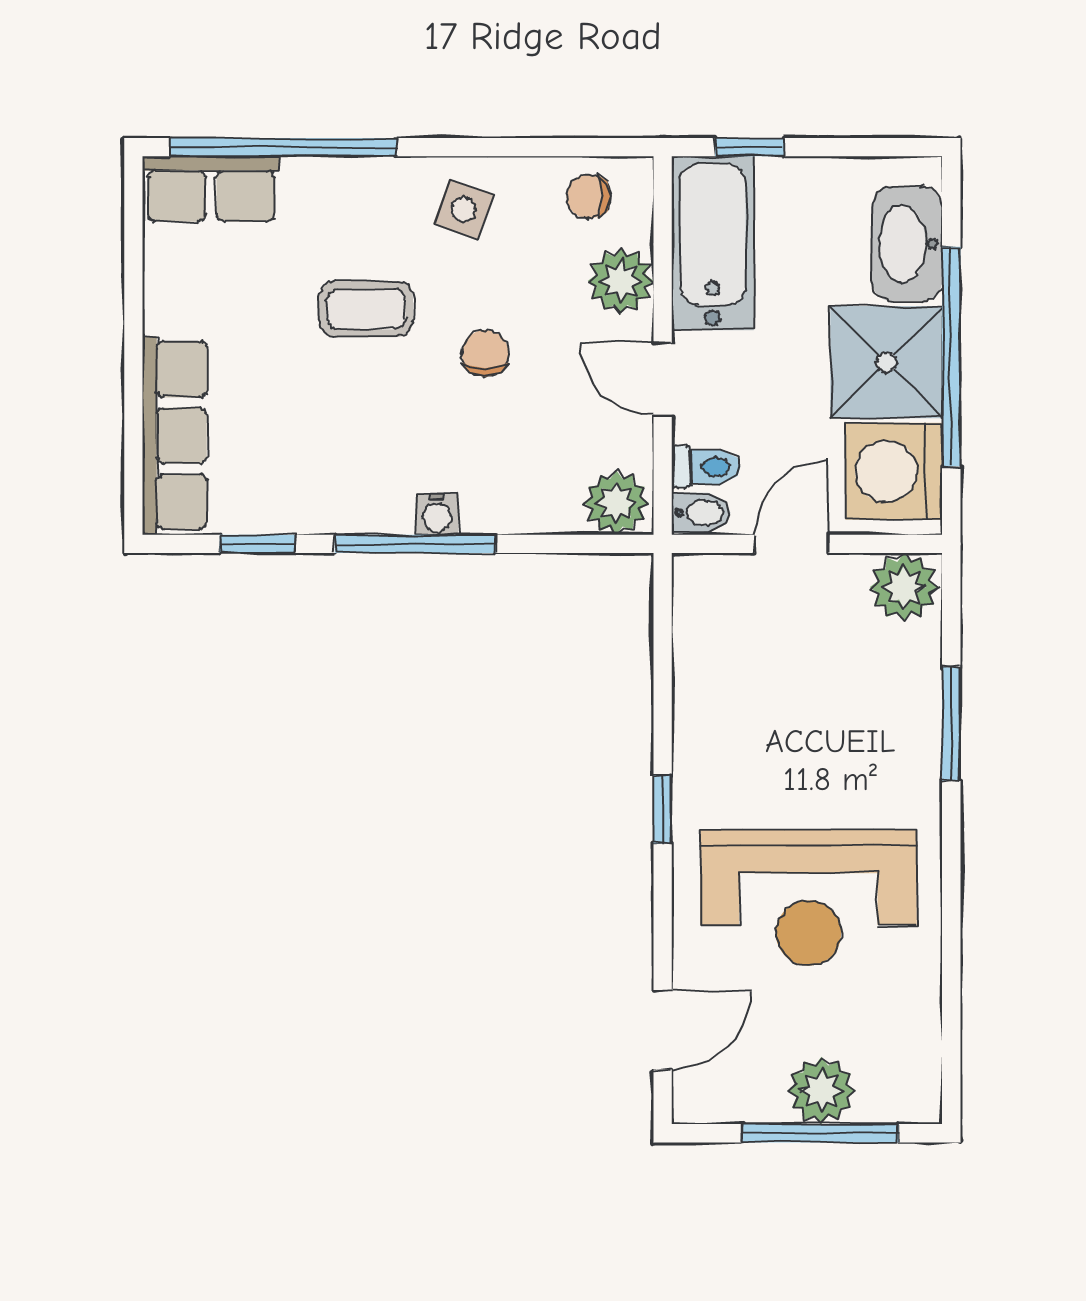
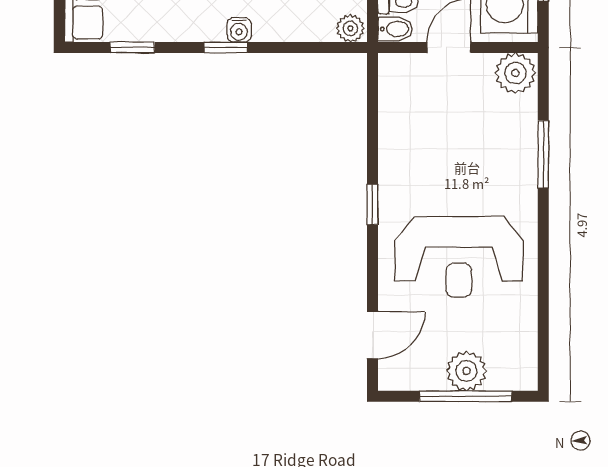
plant: (616, 503) -> (350, 28), width x0.73, depth x0.73
window: (415, 544) -> (226, 47), width x0.46

